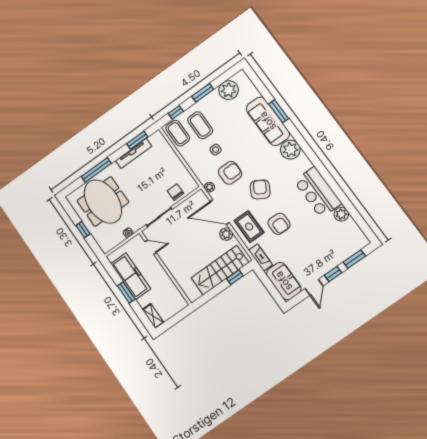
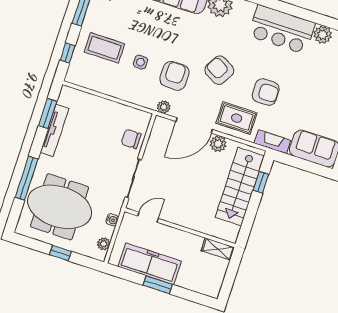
coffee table: (178, 133) -> (86, 74), removed
plant: (112, 243) -> (104, 244), added
shelving: (153, 316) -> (218, 249), moved

